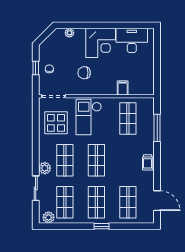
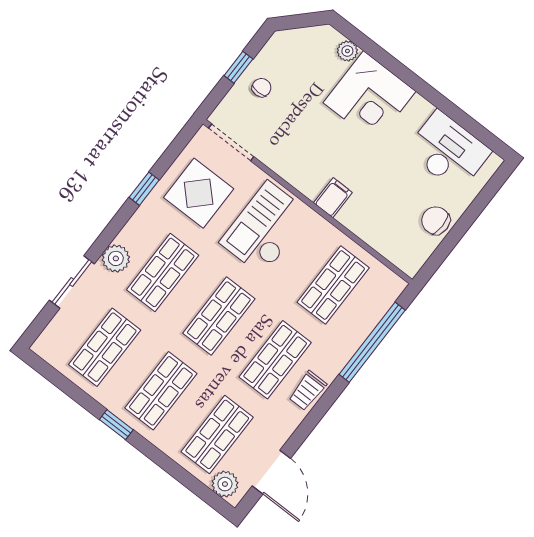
corner desk: (101, 43) -> (369, 97), moved
chair: (84, 73) -> (436, 221), moved
filing cabinet: (123, 88) -> (333, 198), moved
window: (157, 128) -> (372, 342), width x1.46
window: (36, 136) -> (144, 189), added
shop shelf: (128, 160) -> (275, 360), added
plant: (48, 217) -> (225, 484), moved
window: (101, 226) -> (116, 425), moved

